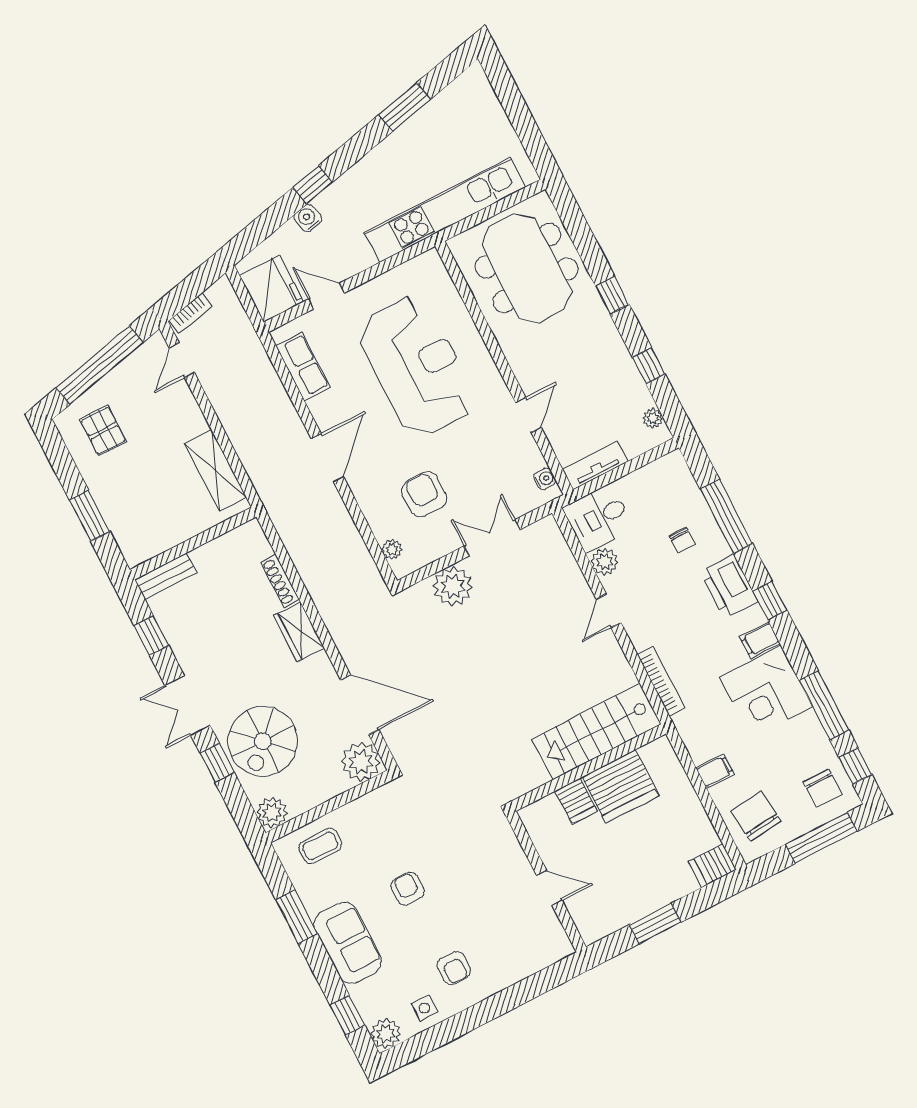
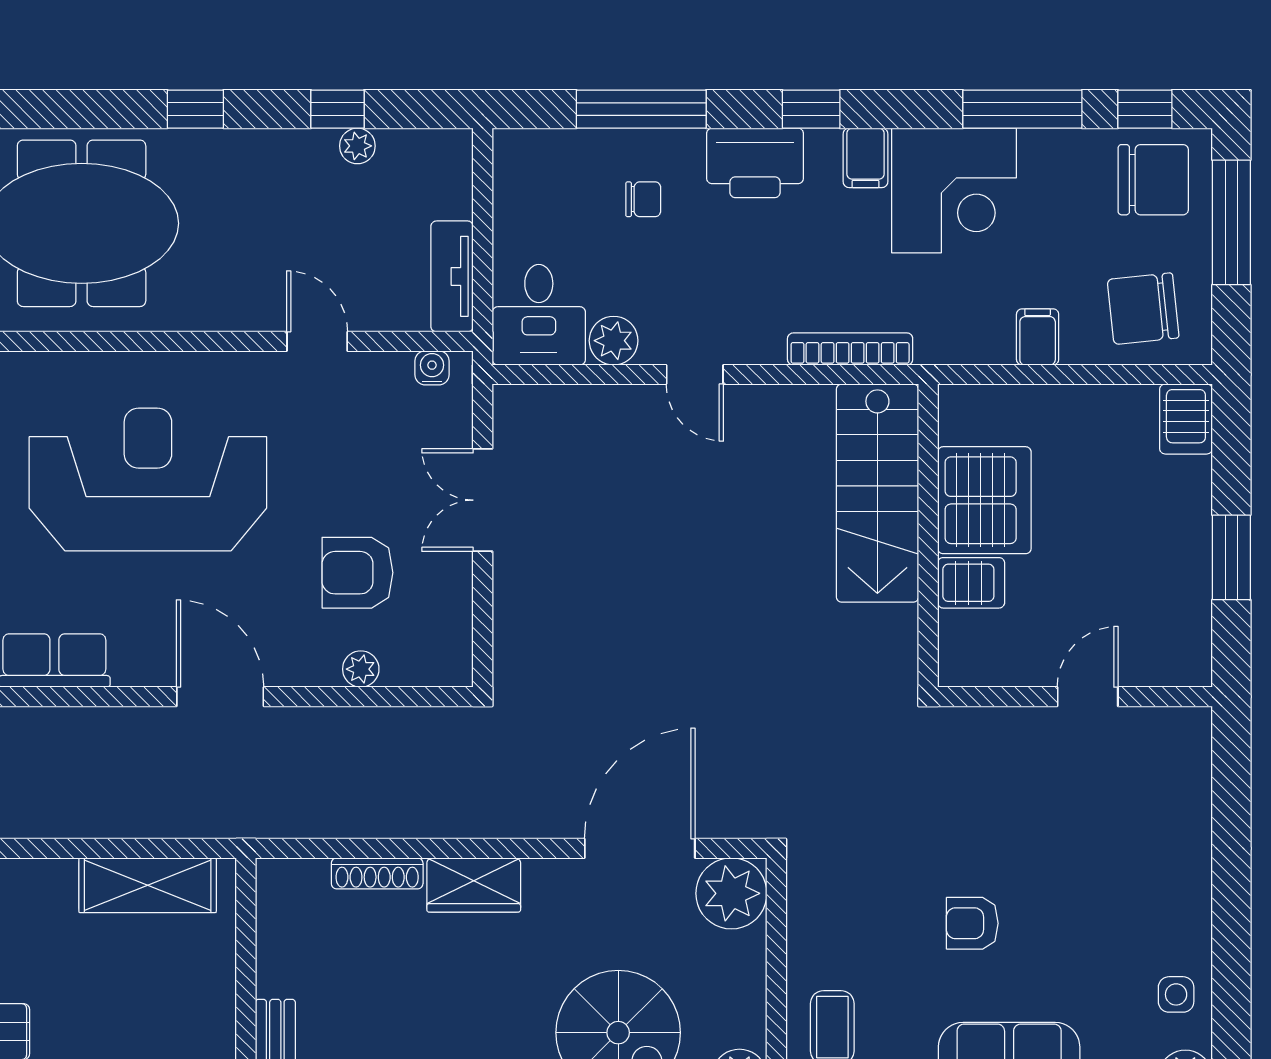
plant: (653, 418) -> (357, 146), moved
plant: (392, 549) -> (361, 669), moved
plant: (453, 586) -> (528, 603), removed
chair: (822, 788) -> (1153, 180), width x1.37, depth x1.37
armchair: (454, 968) -> (1136, 915), removed

